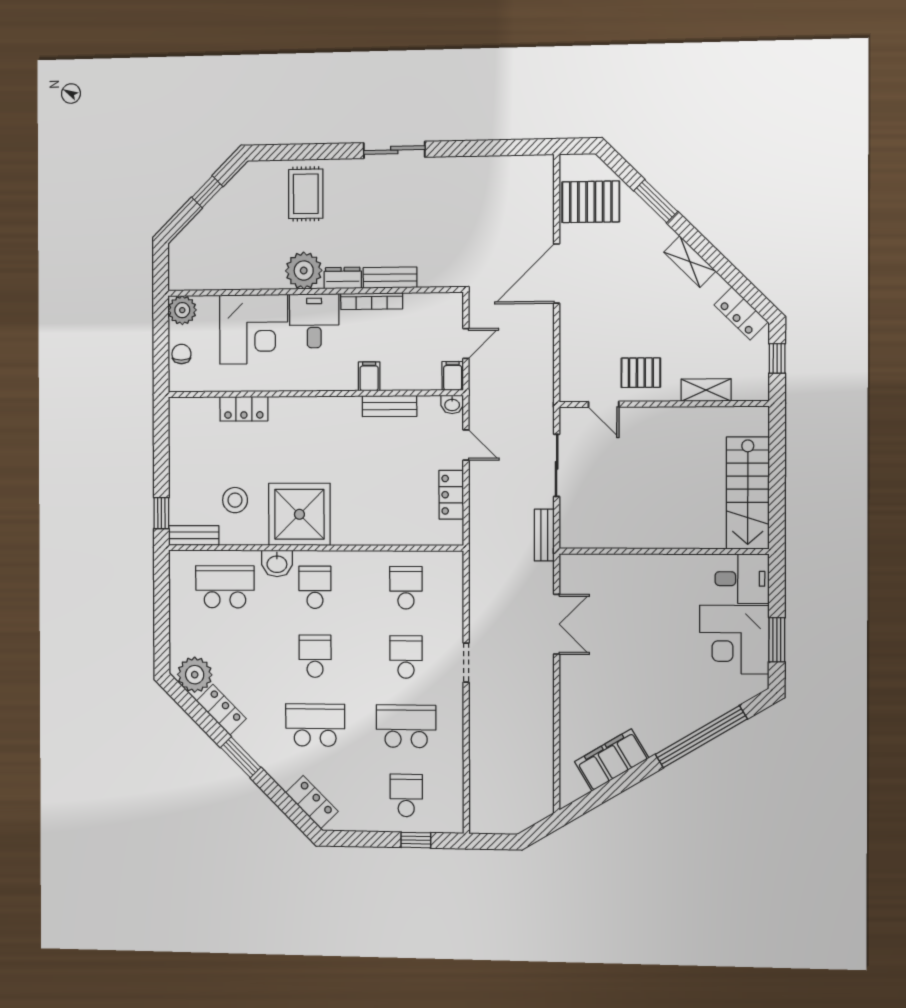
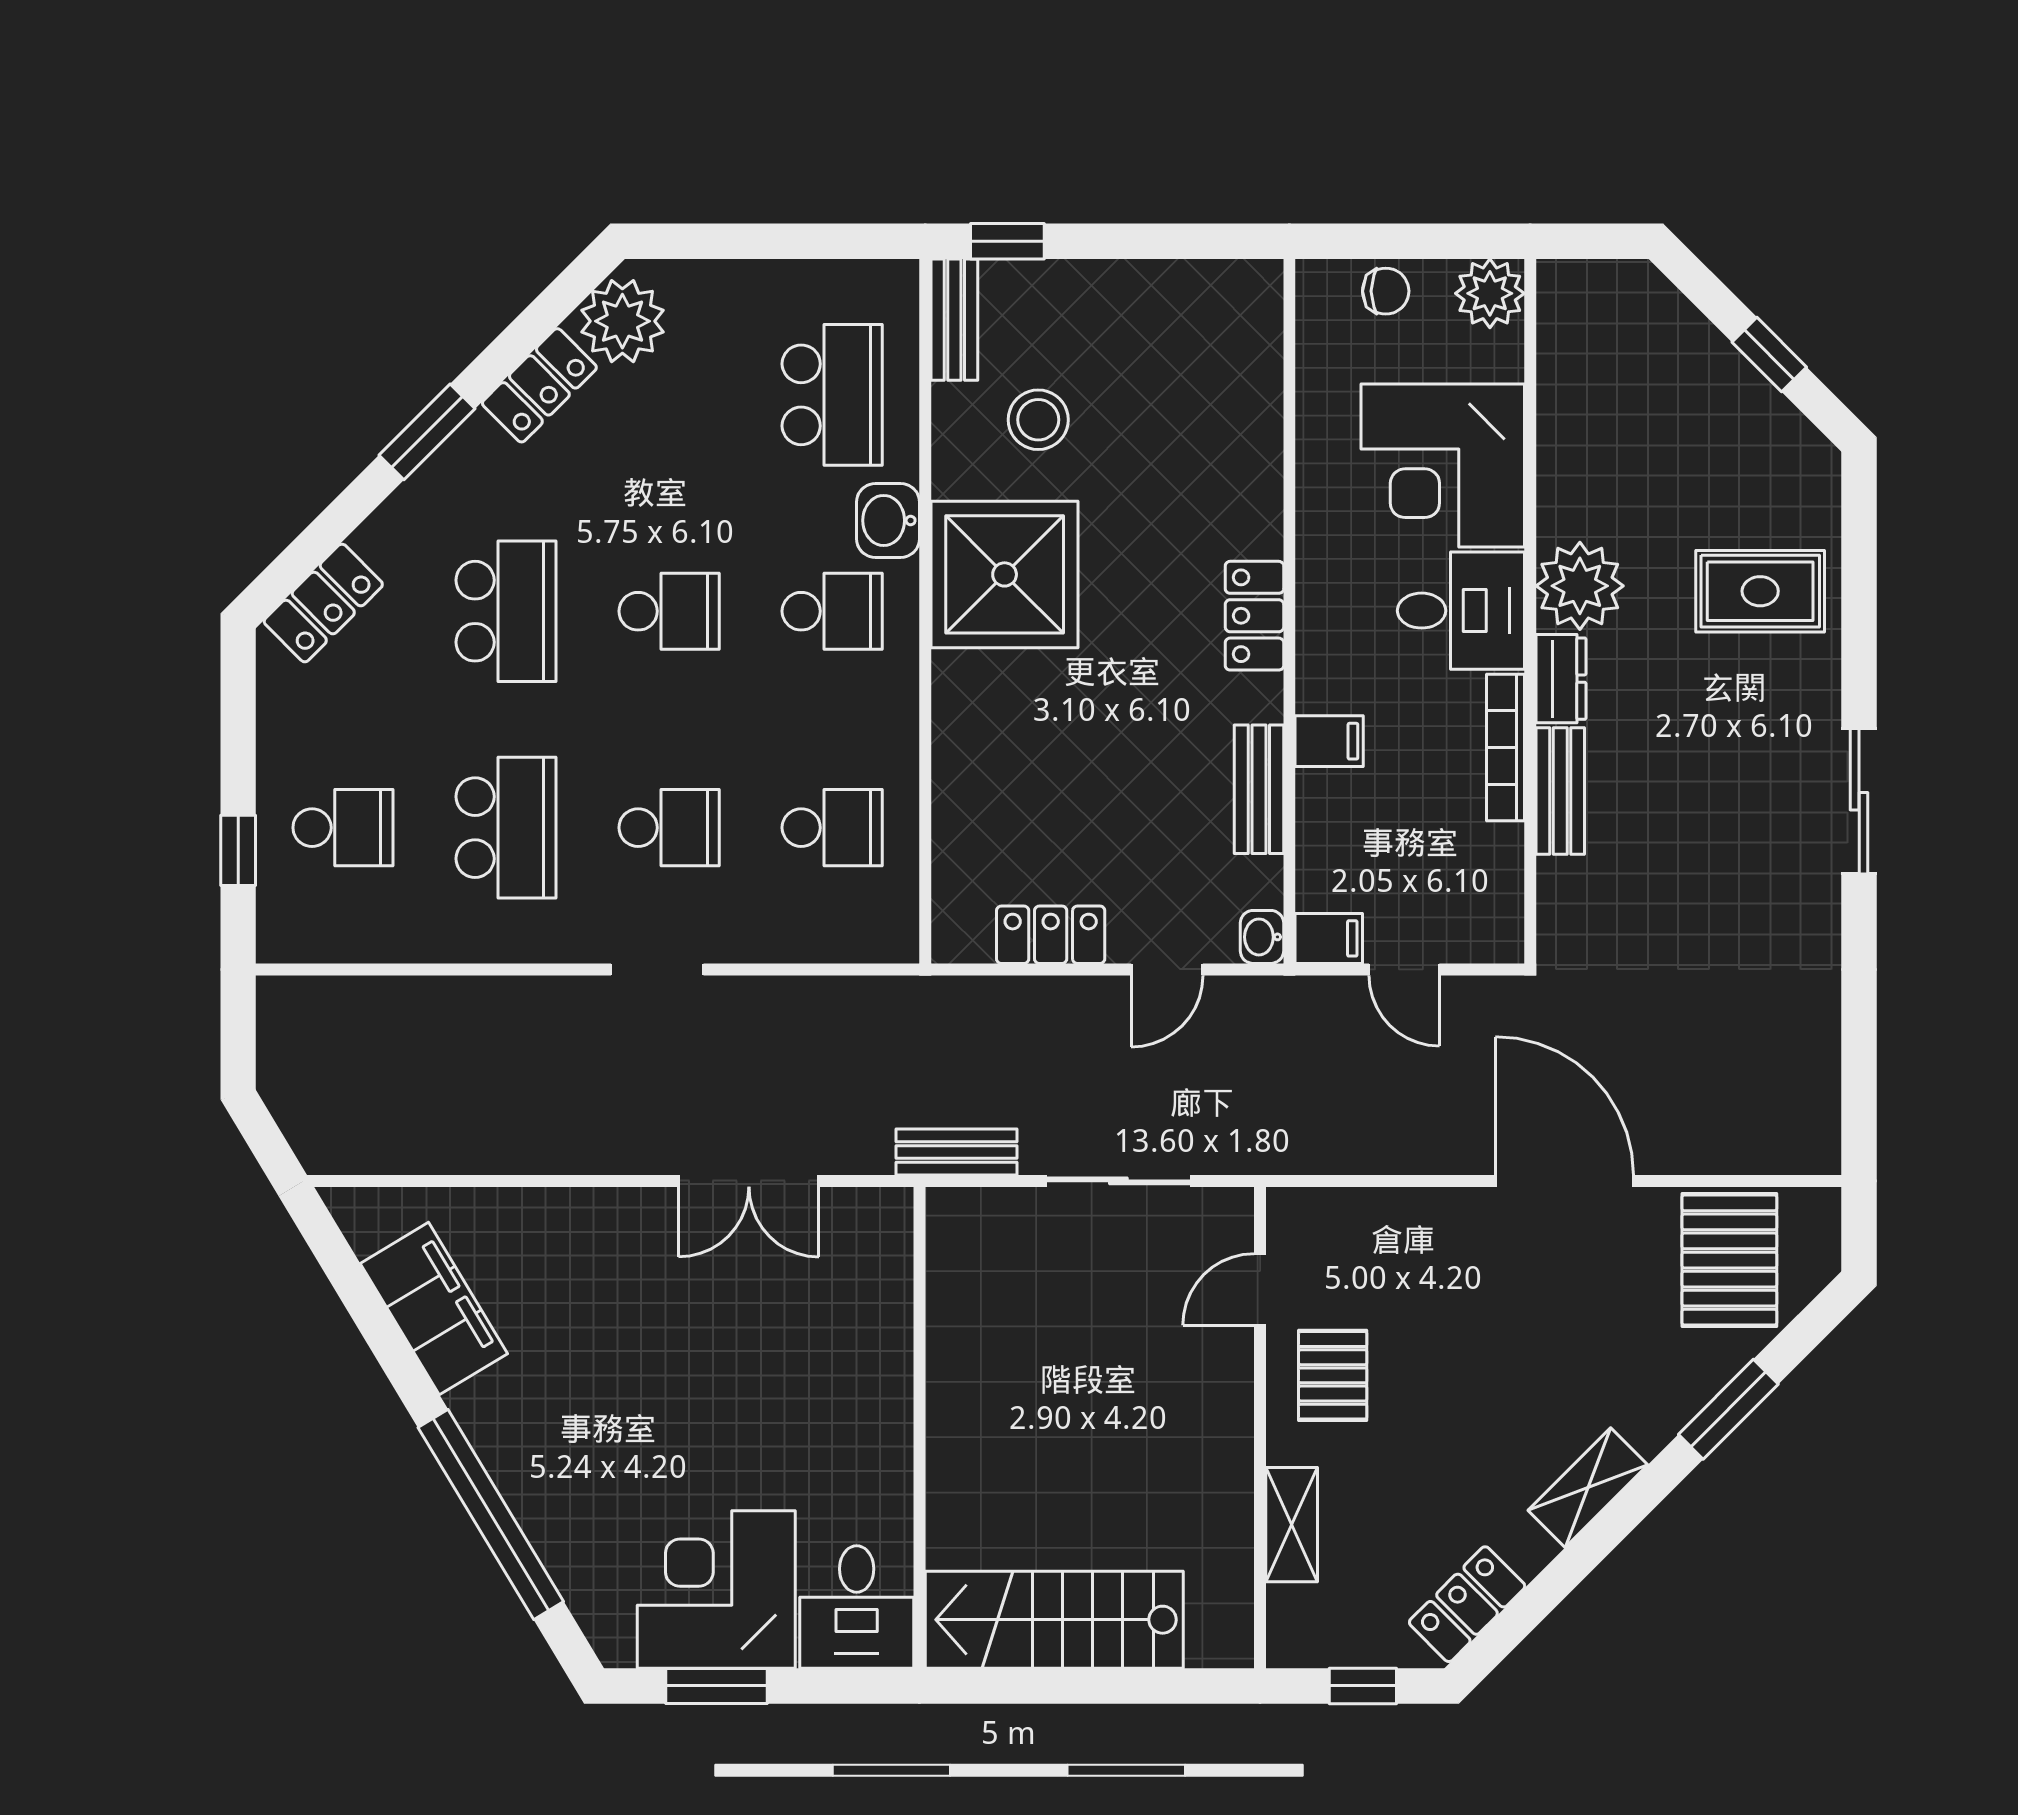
locker: (244, 409) -> (1254, 616), moved

